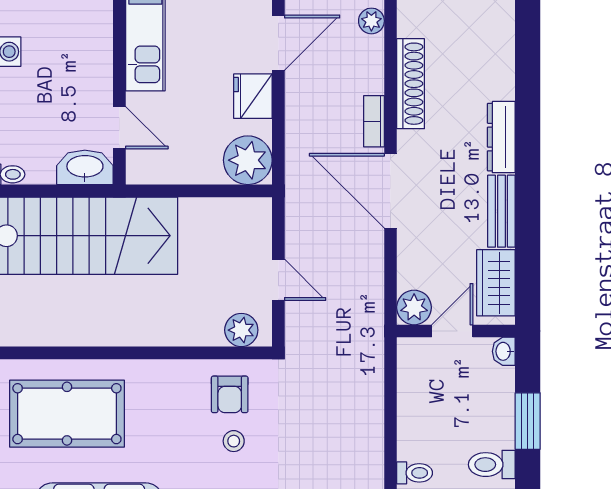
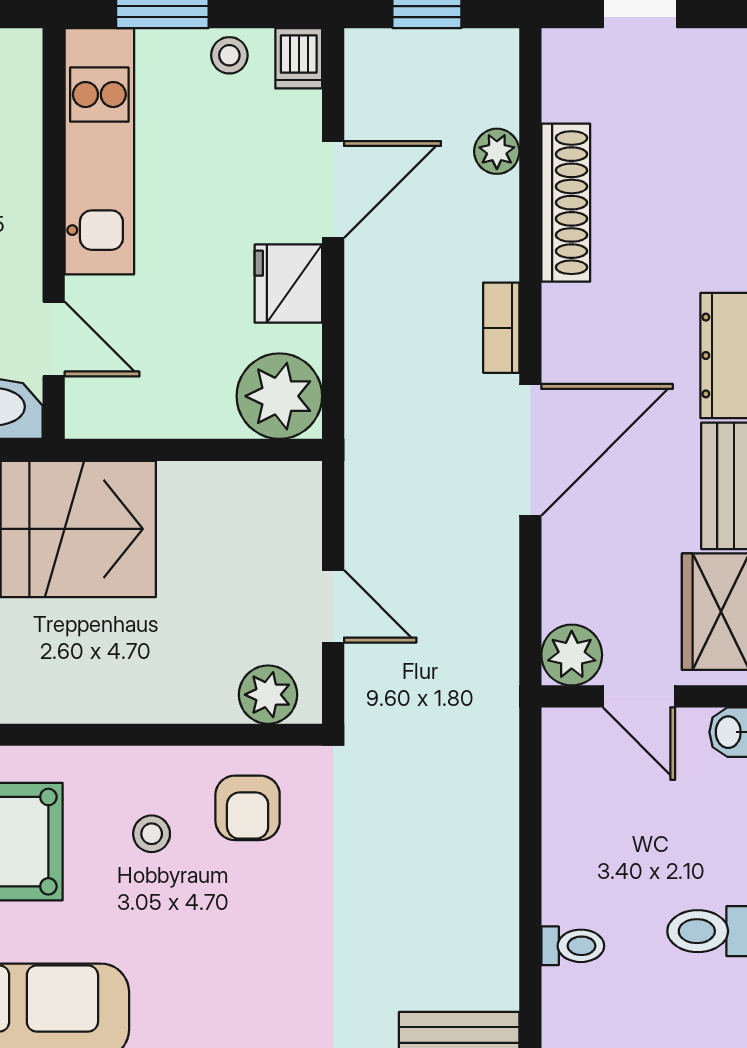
shoe rack: (411, 84) -> (566, 203), moved
door: (390, 191) -> (530, 450), swing flipped
door: (452, 331) -> (639, 696), swing flipped
stool: (234, 441) -> (152, 834), moved

